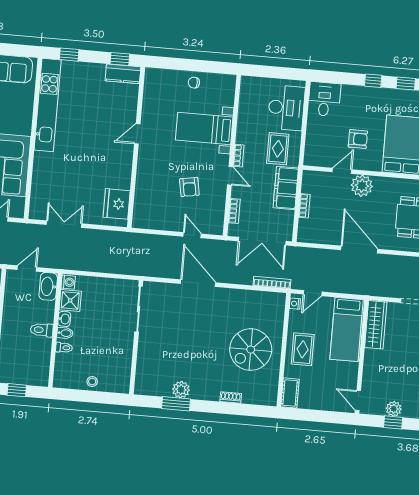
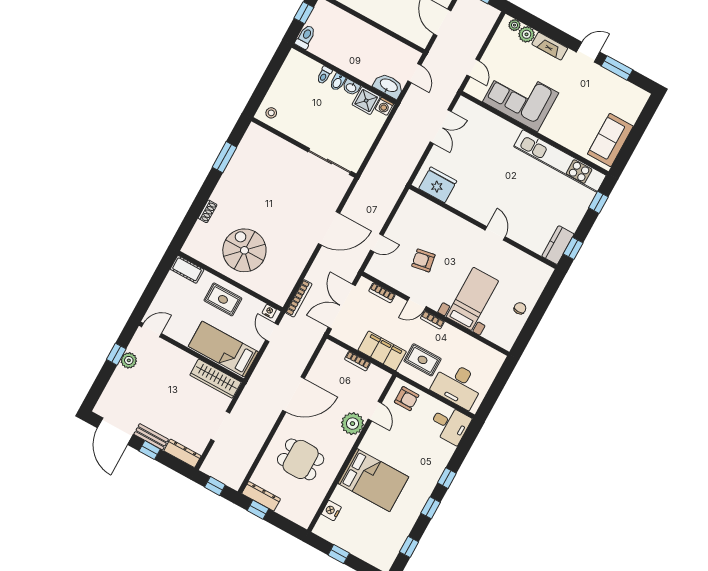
armchair: (358, 139) -> (407, 399), moved, turned -90
toilet: (42, 330) -> (305, 37), moved
stool: (92, 381) -> (271, 113), moved
plant: (181, 390) -> (236, 168), removed

